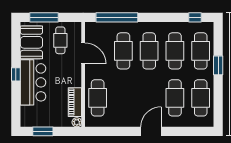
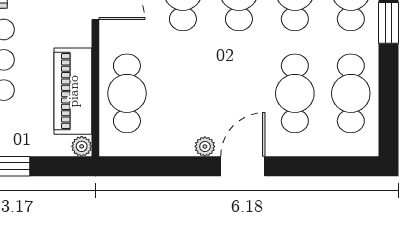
piano: (75, 102) -> (73, 91), width x1.37, depth x1.33
plant: (134, 122) -> (205, 146), added

